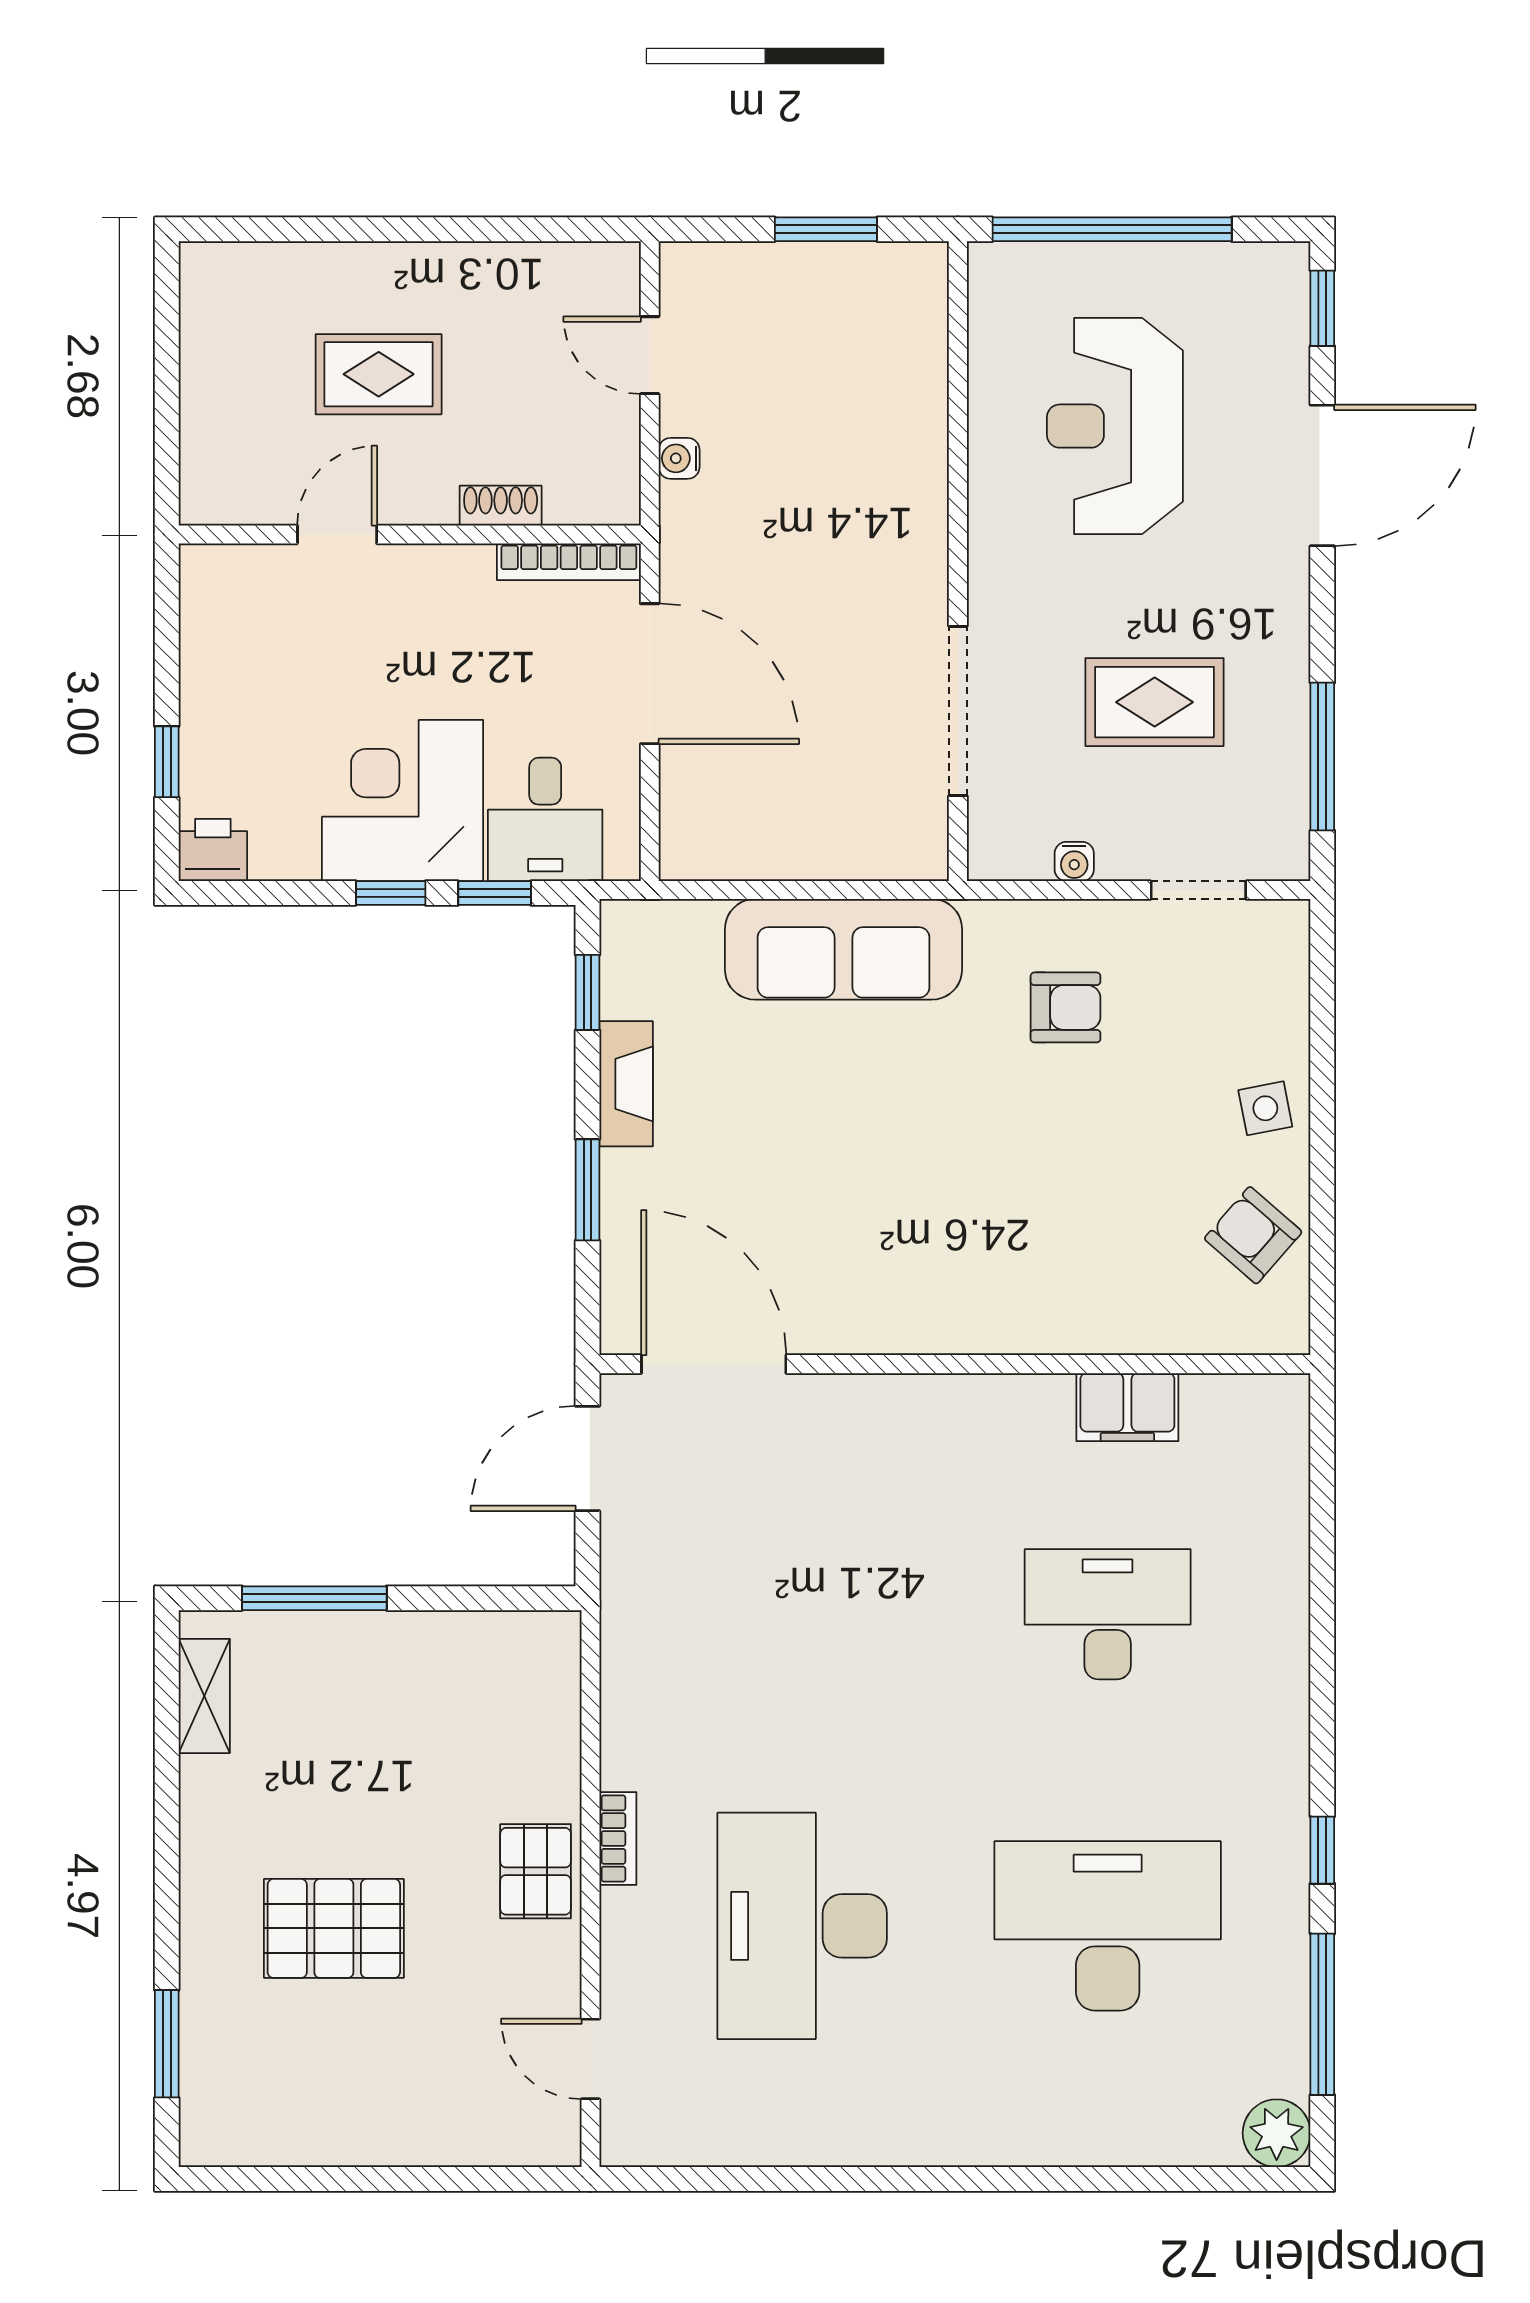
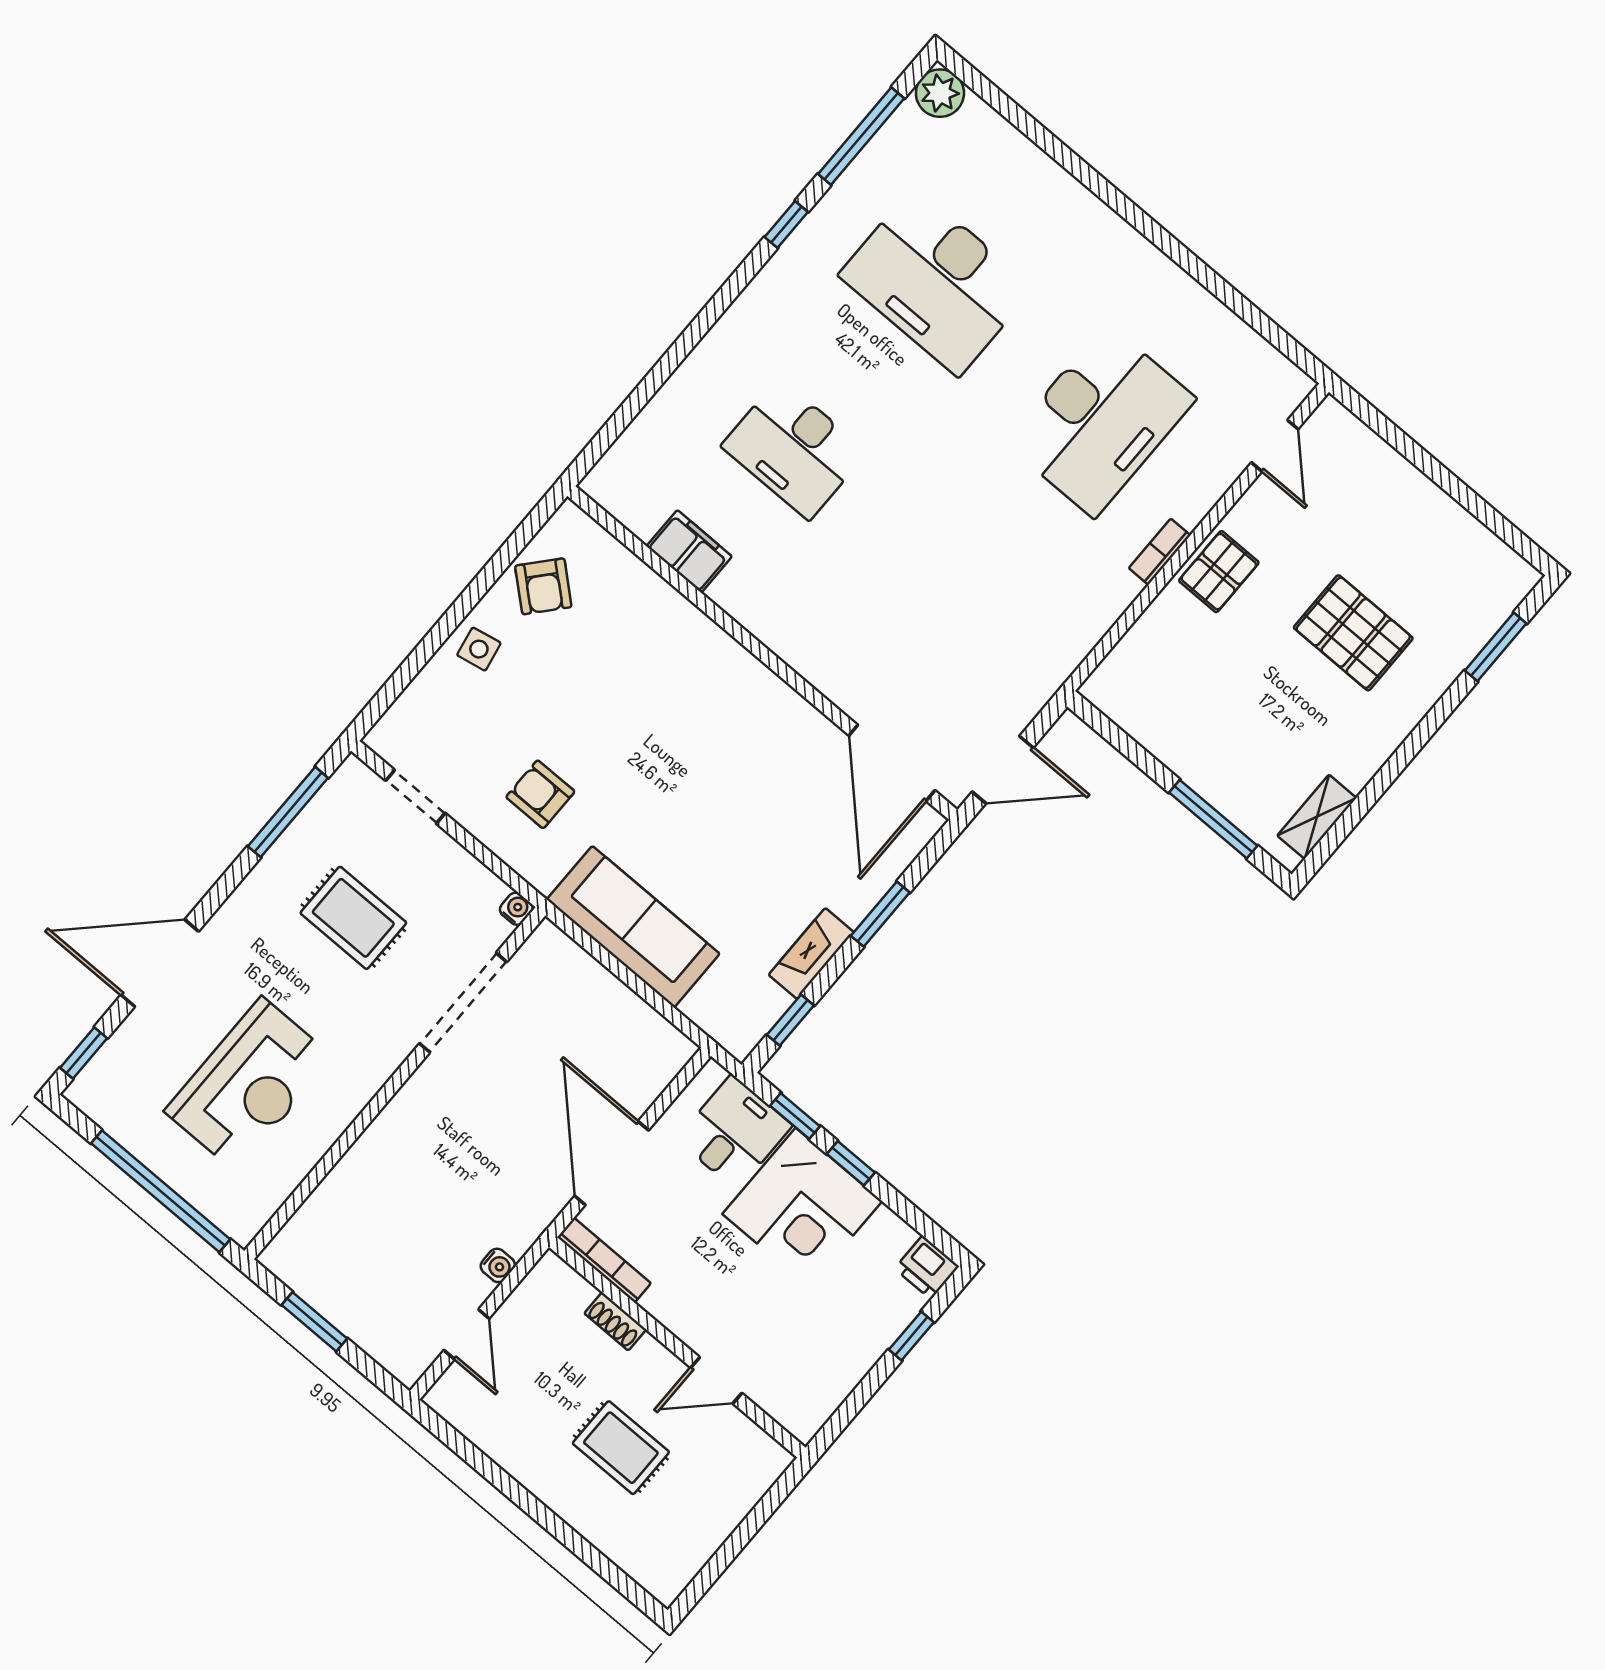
water cooler: (1074, 861) -> (516, 909), moved

